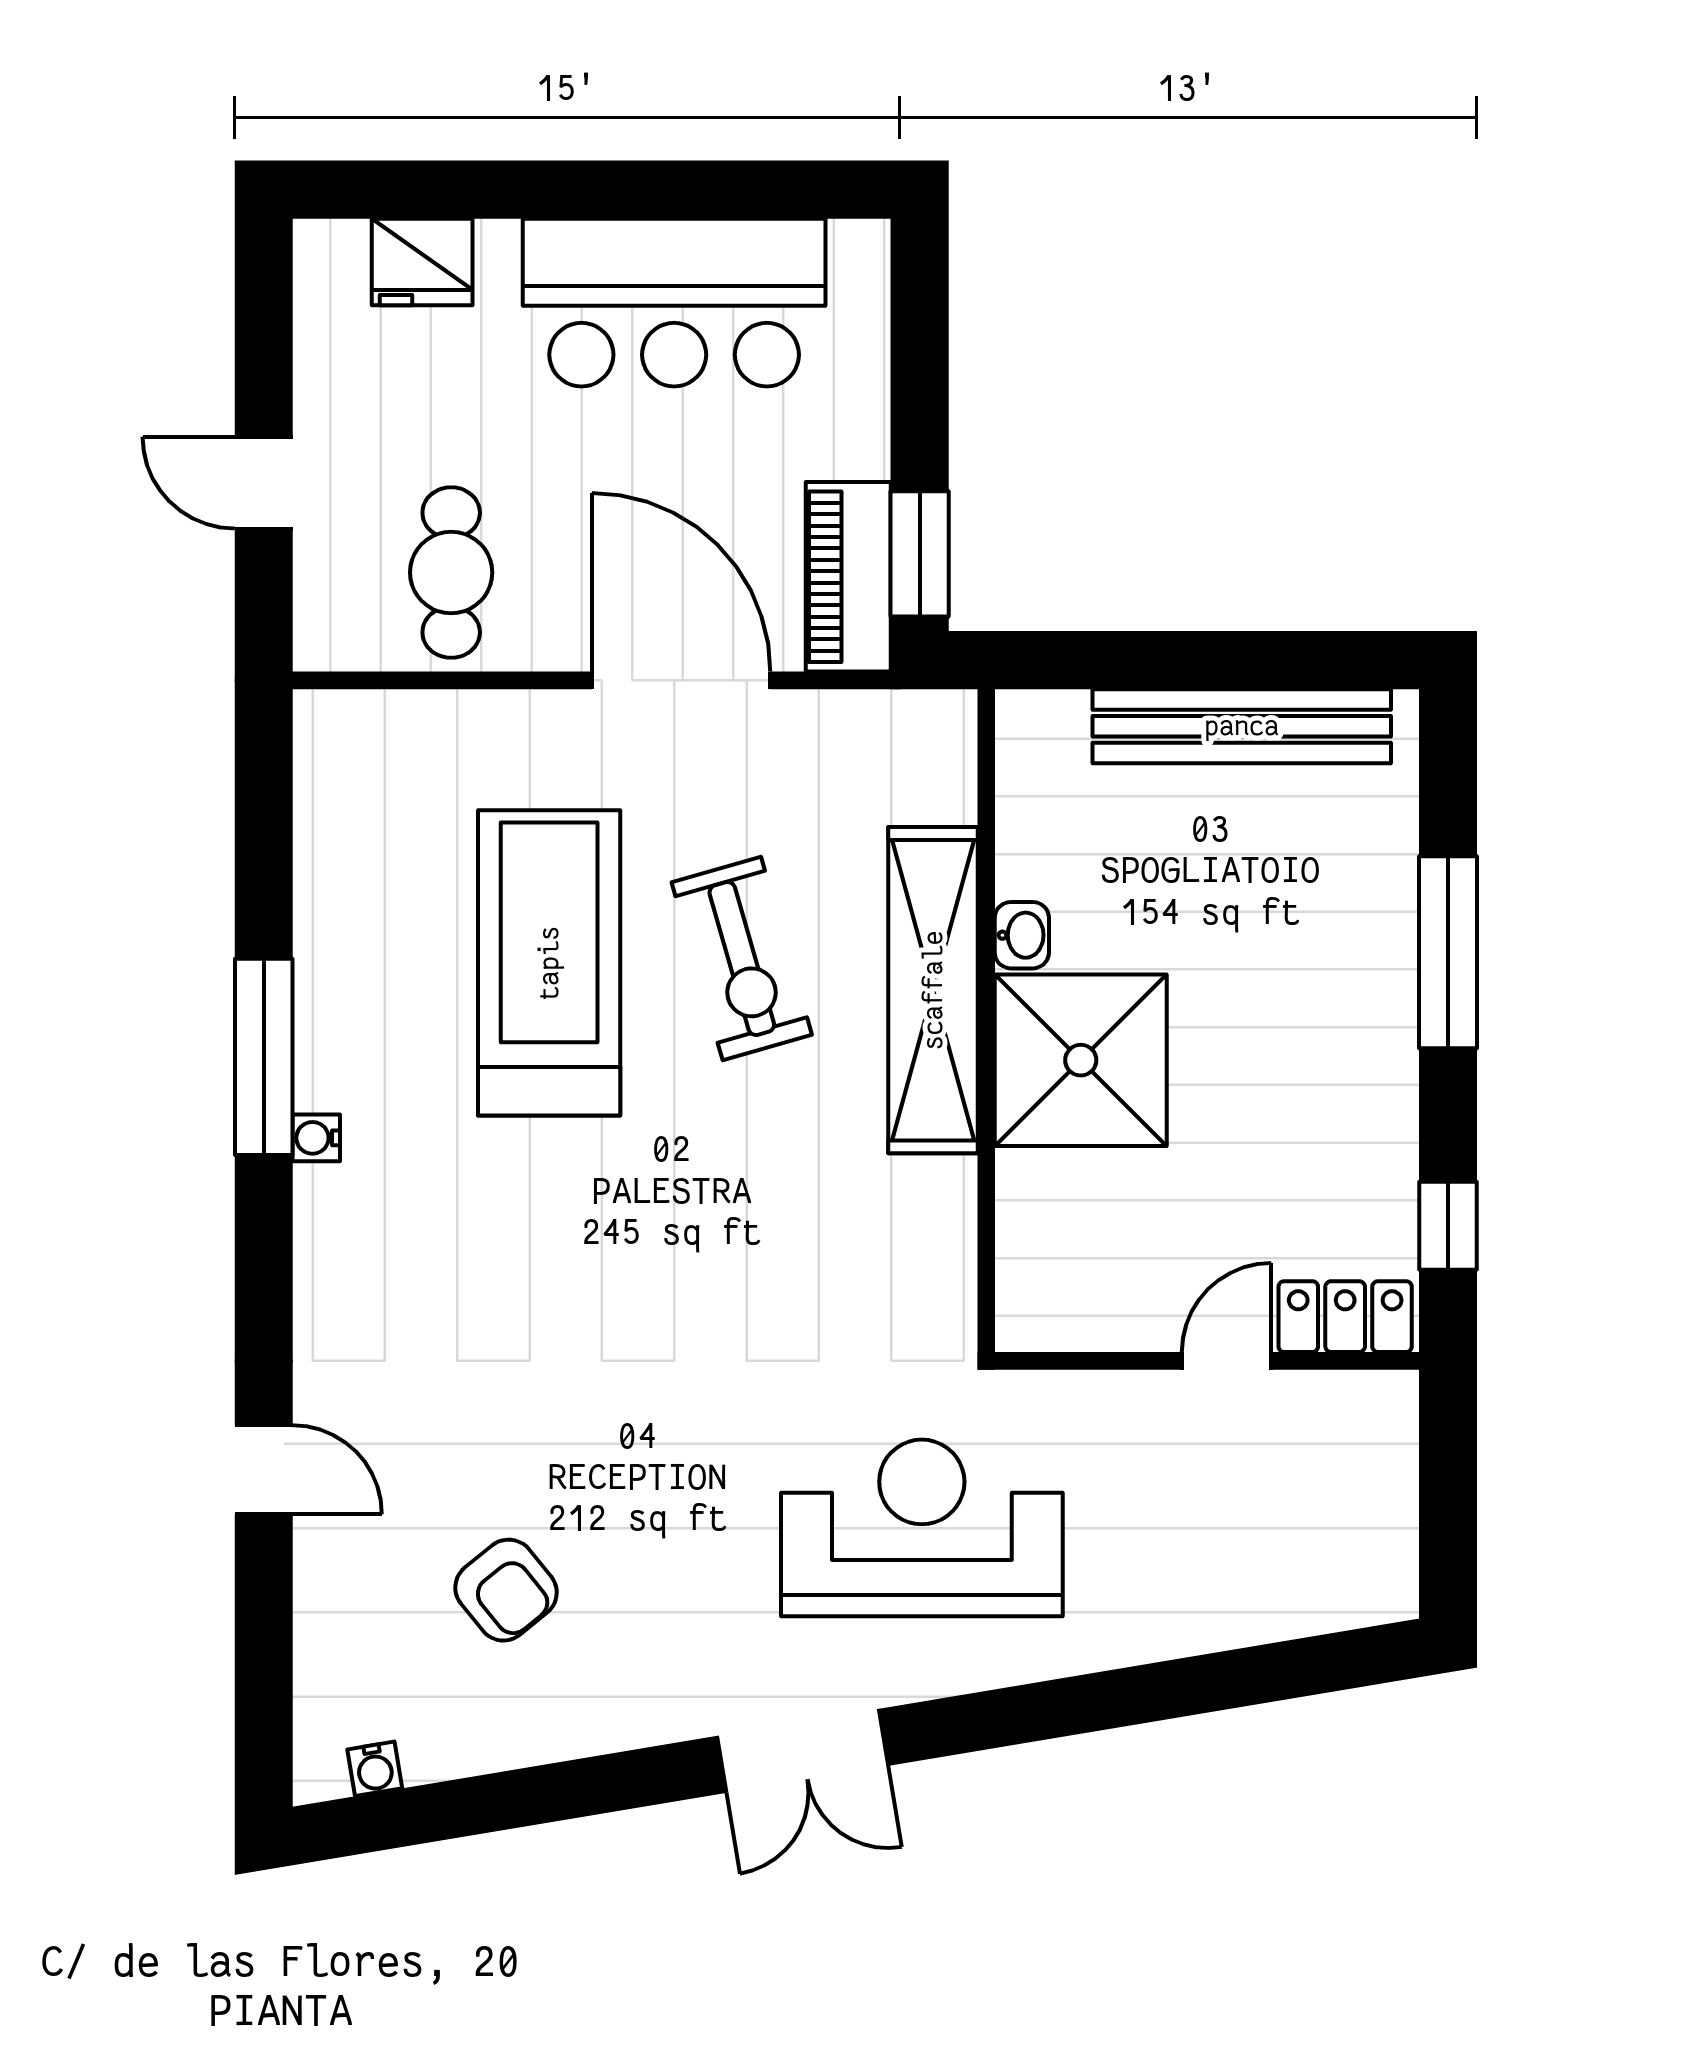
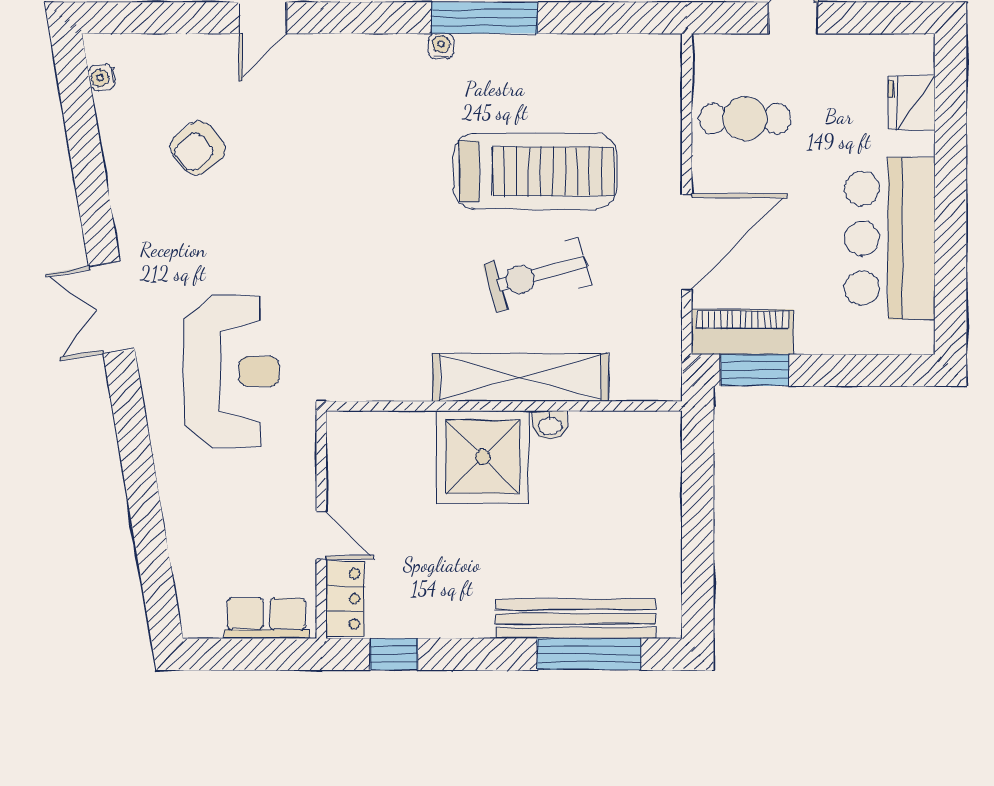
bench: (1242, 726) -> (576, 619), moved, turned 90
window: (1448, 952) -> (589, 654), moved
row of seats: (1381, 1463) -> (266, 618), added

